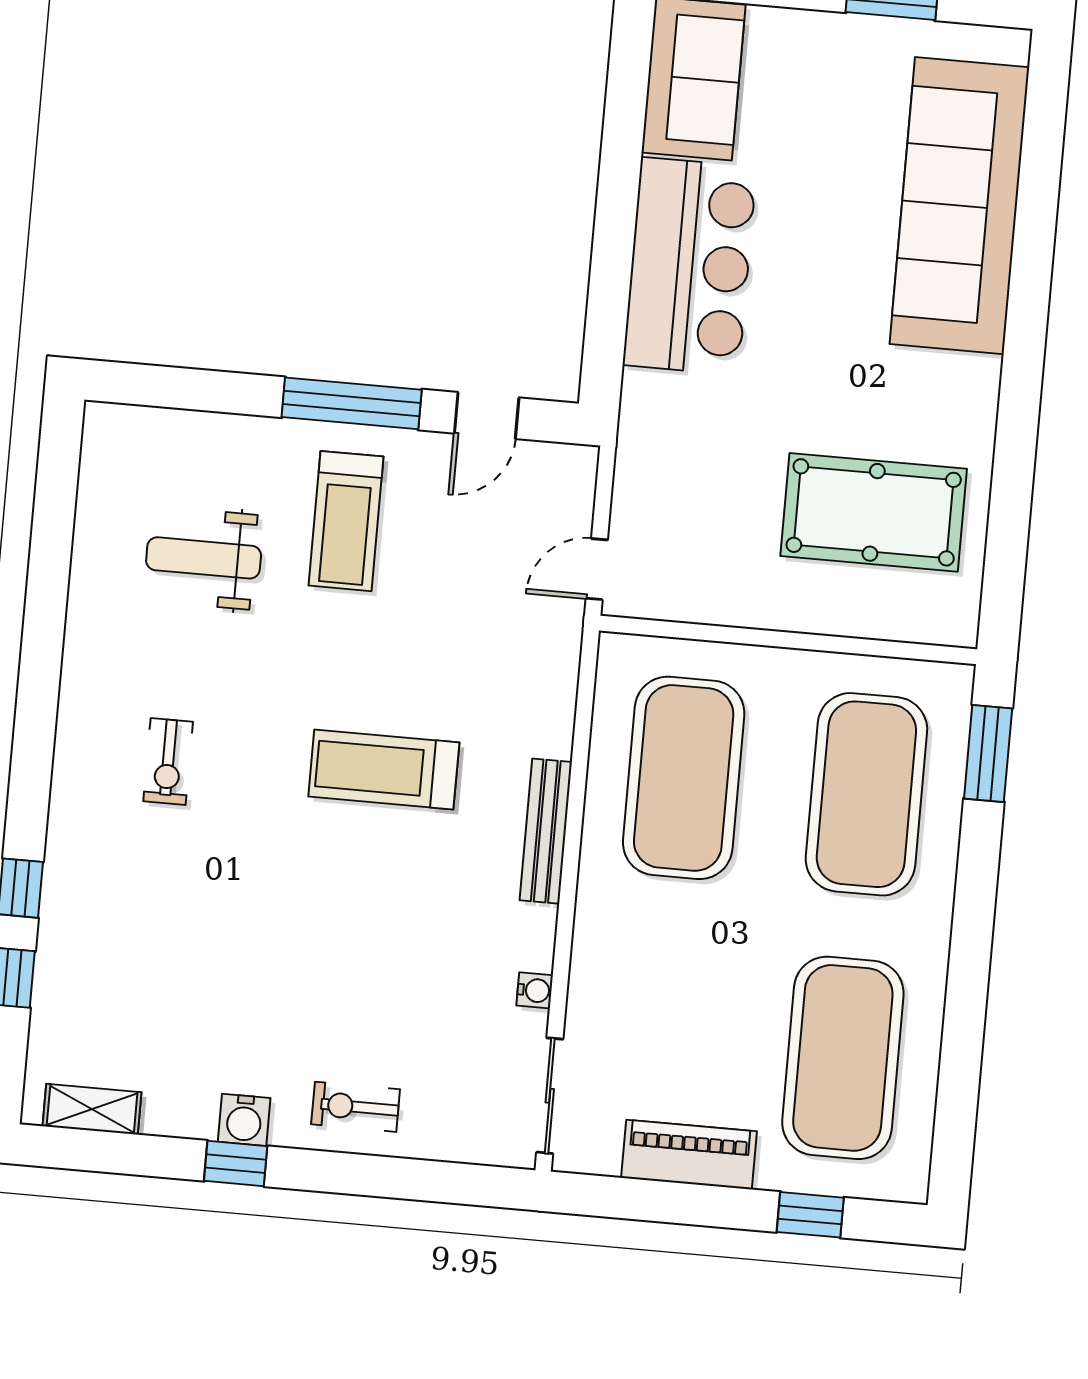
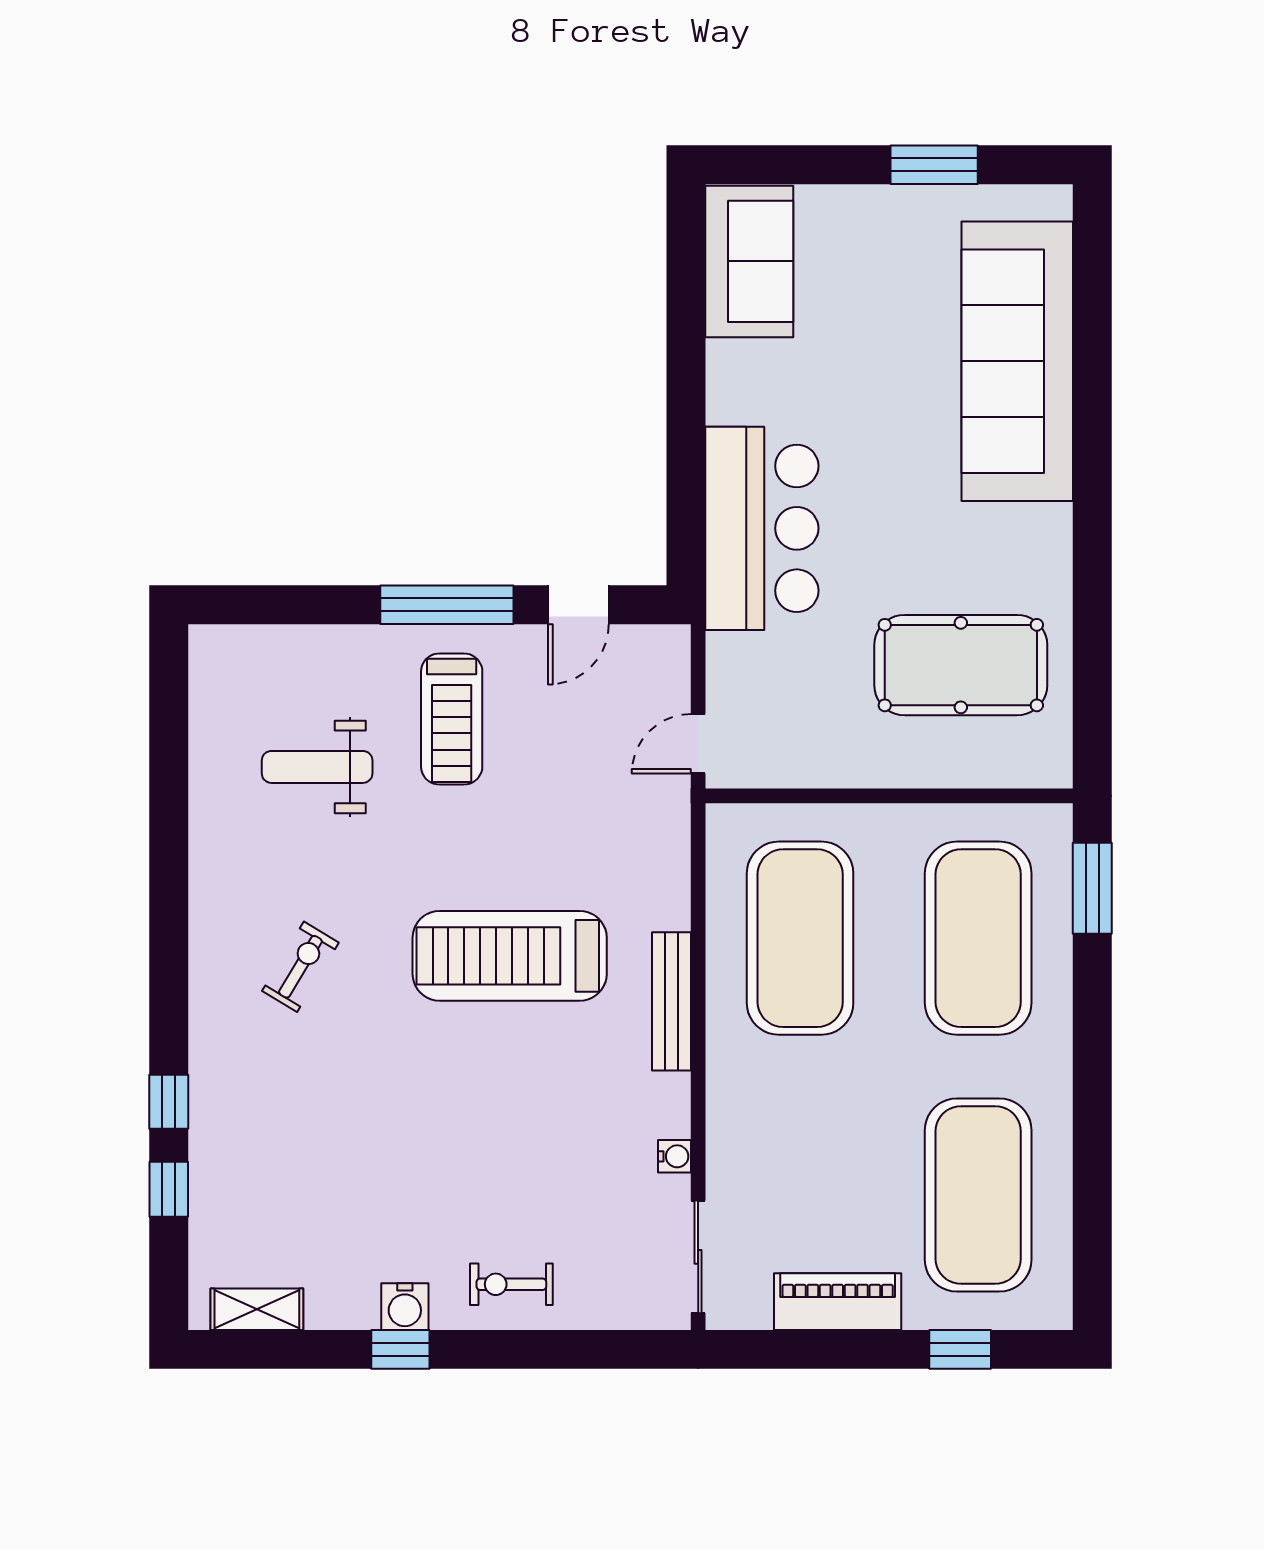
bar counter: (690, 266) -> (762, 528), moved
exercise bike: (168, 762) -> (300, 967), turned -149
treadmill: (384, 770) -> (510, 956), width x1.37, depth x1.38

